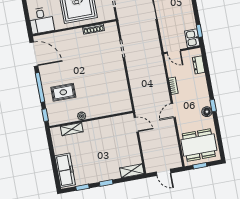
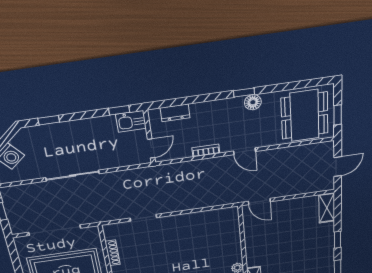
door: (136, 125) -> (259, 201), swing flipped

